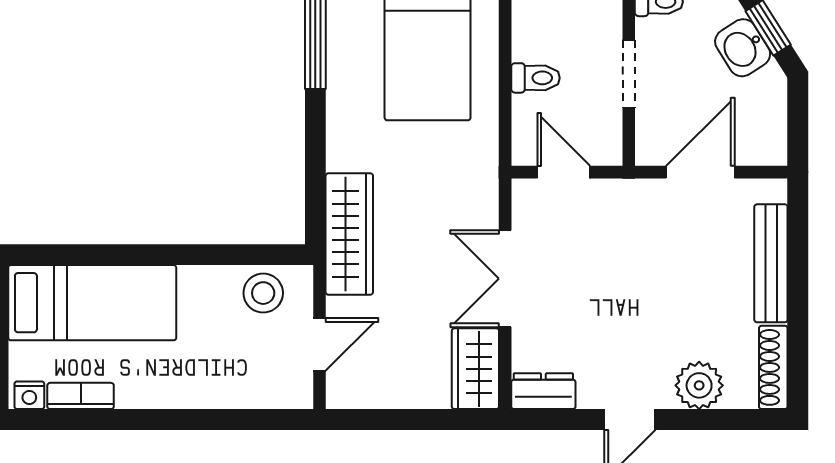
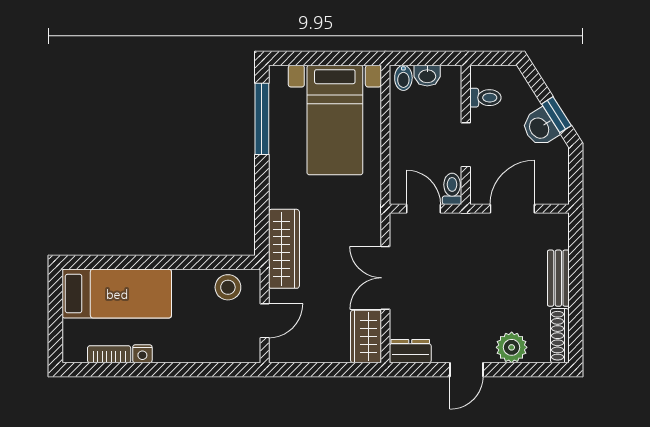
toilet: (535, 78) -> (452, 189), moved, turned -90
bench: (771, 263) -> (558, 278), width x0.73
nightstand: (29, 395) -> (142, 354), moved

